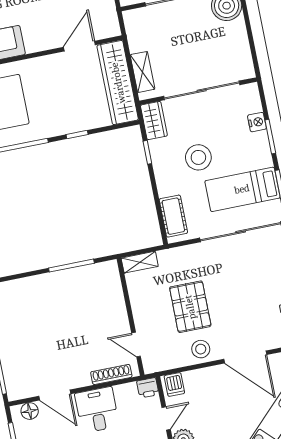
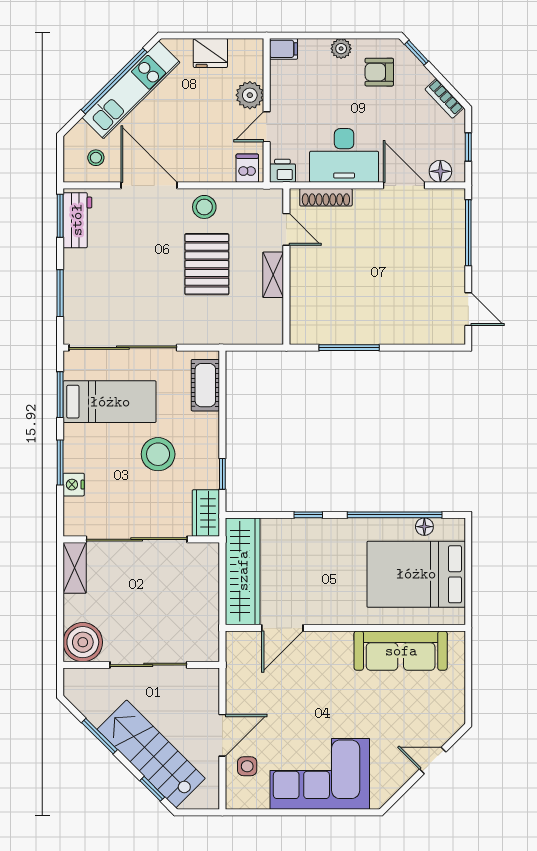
shelving: (143, 72) -> (75, 568), moved
shelving: (140, 262) -> (273, 275), moved, turned 90
desk: (97, 410) -> (344, 155), width x1.37

